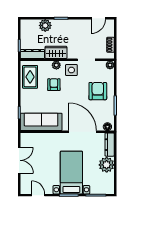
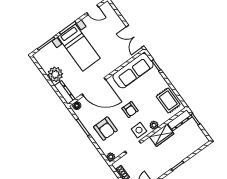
plant: (45, 25) -> (186, 151), removed
armchair: (54, 85) -> (130, 110), moved
double door: (19, 160) -> (135, 36), moved

